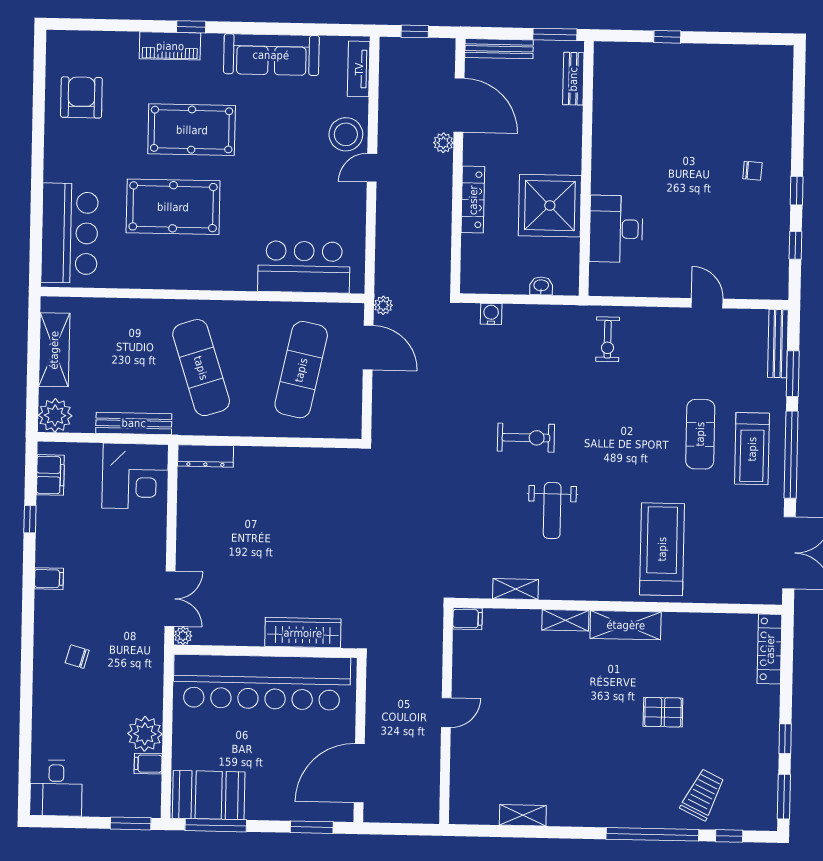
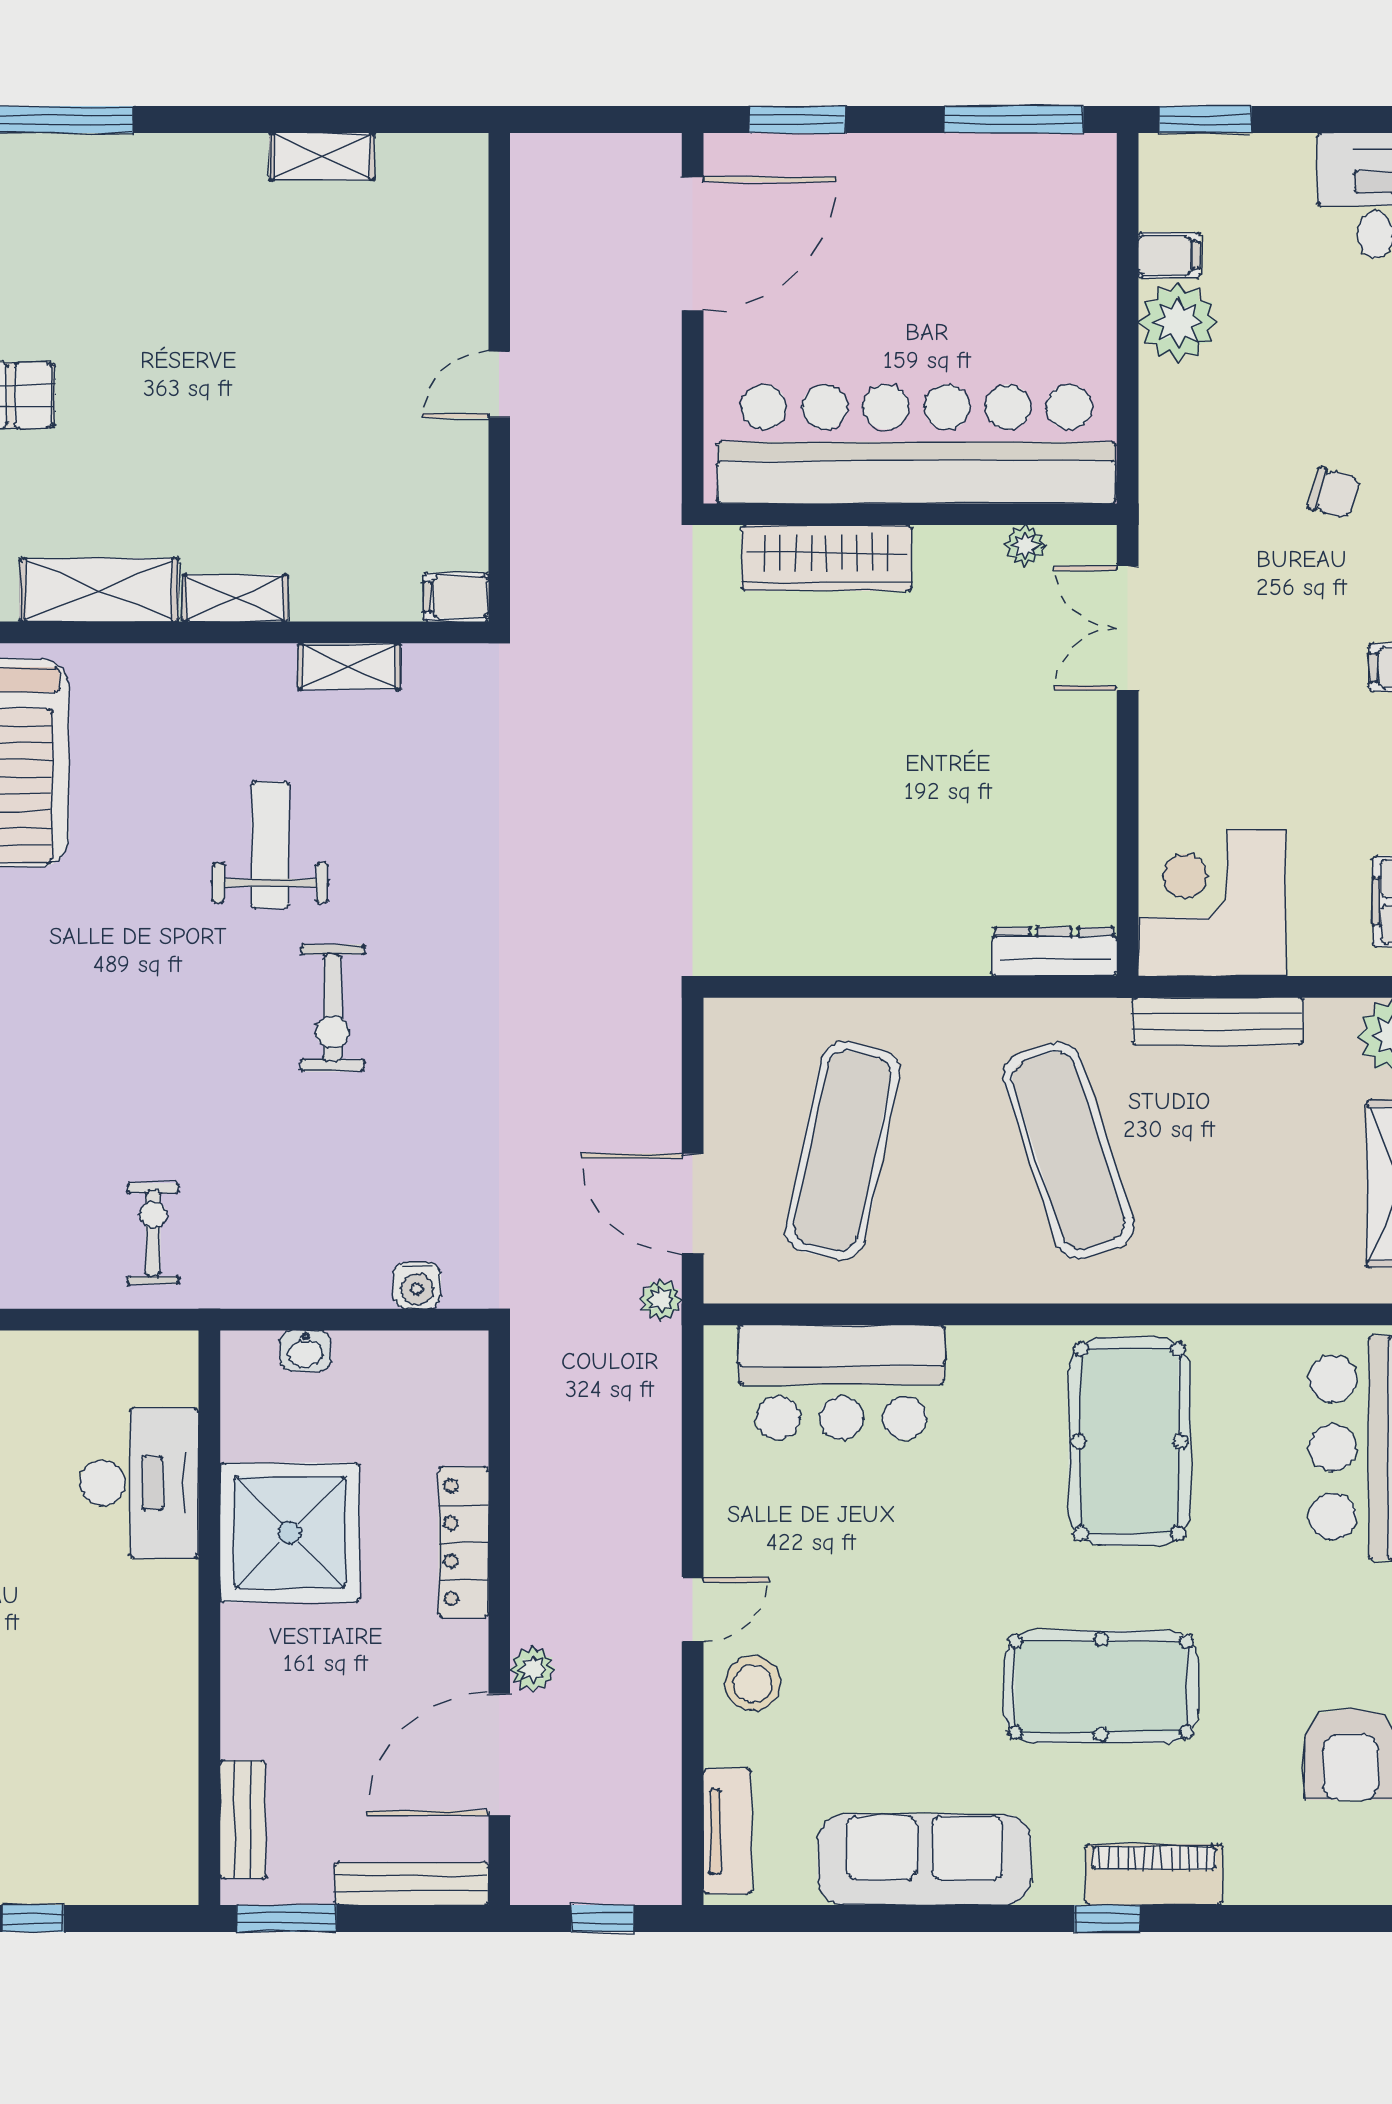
door: (459, 105) -> (499, 1755), hinge flipped
stool: (346, 134) -> (753, 1683), width x0.73, depth x0.73
pool table: (173, 207) -> (1130, 1441), moved, turned 90
exercise bike: (526, 438) -> (333, 1008), turned -90
plant: (183, 636) -> (1025, 545), moved
booth: (209, 795) -> (1031, 187), removed

